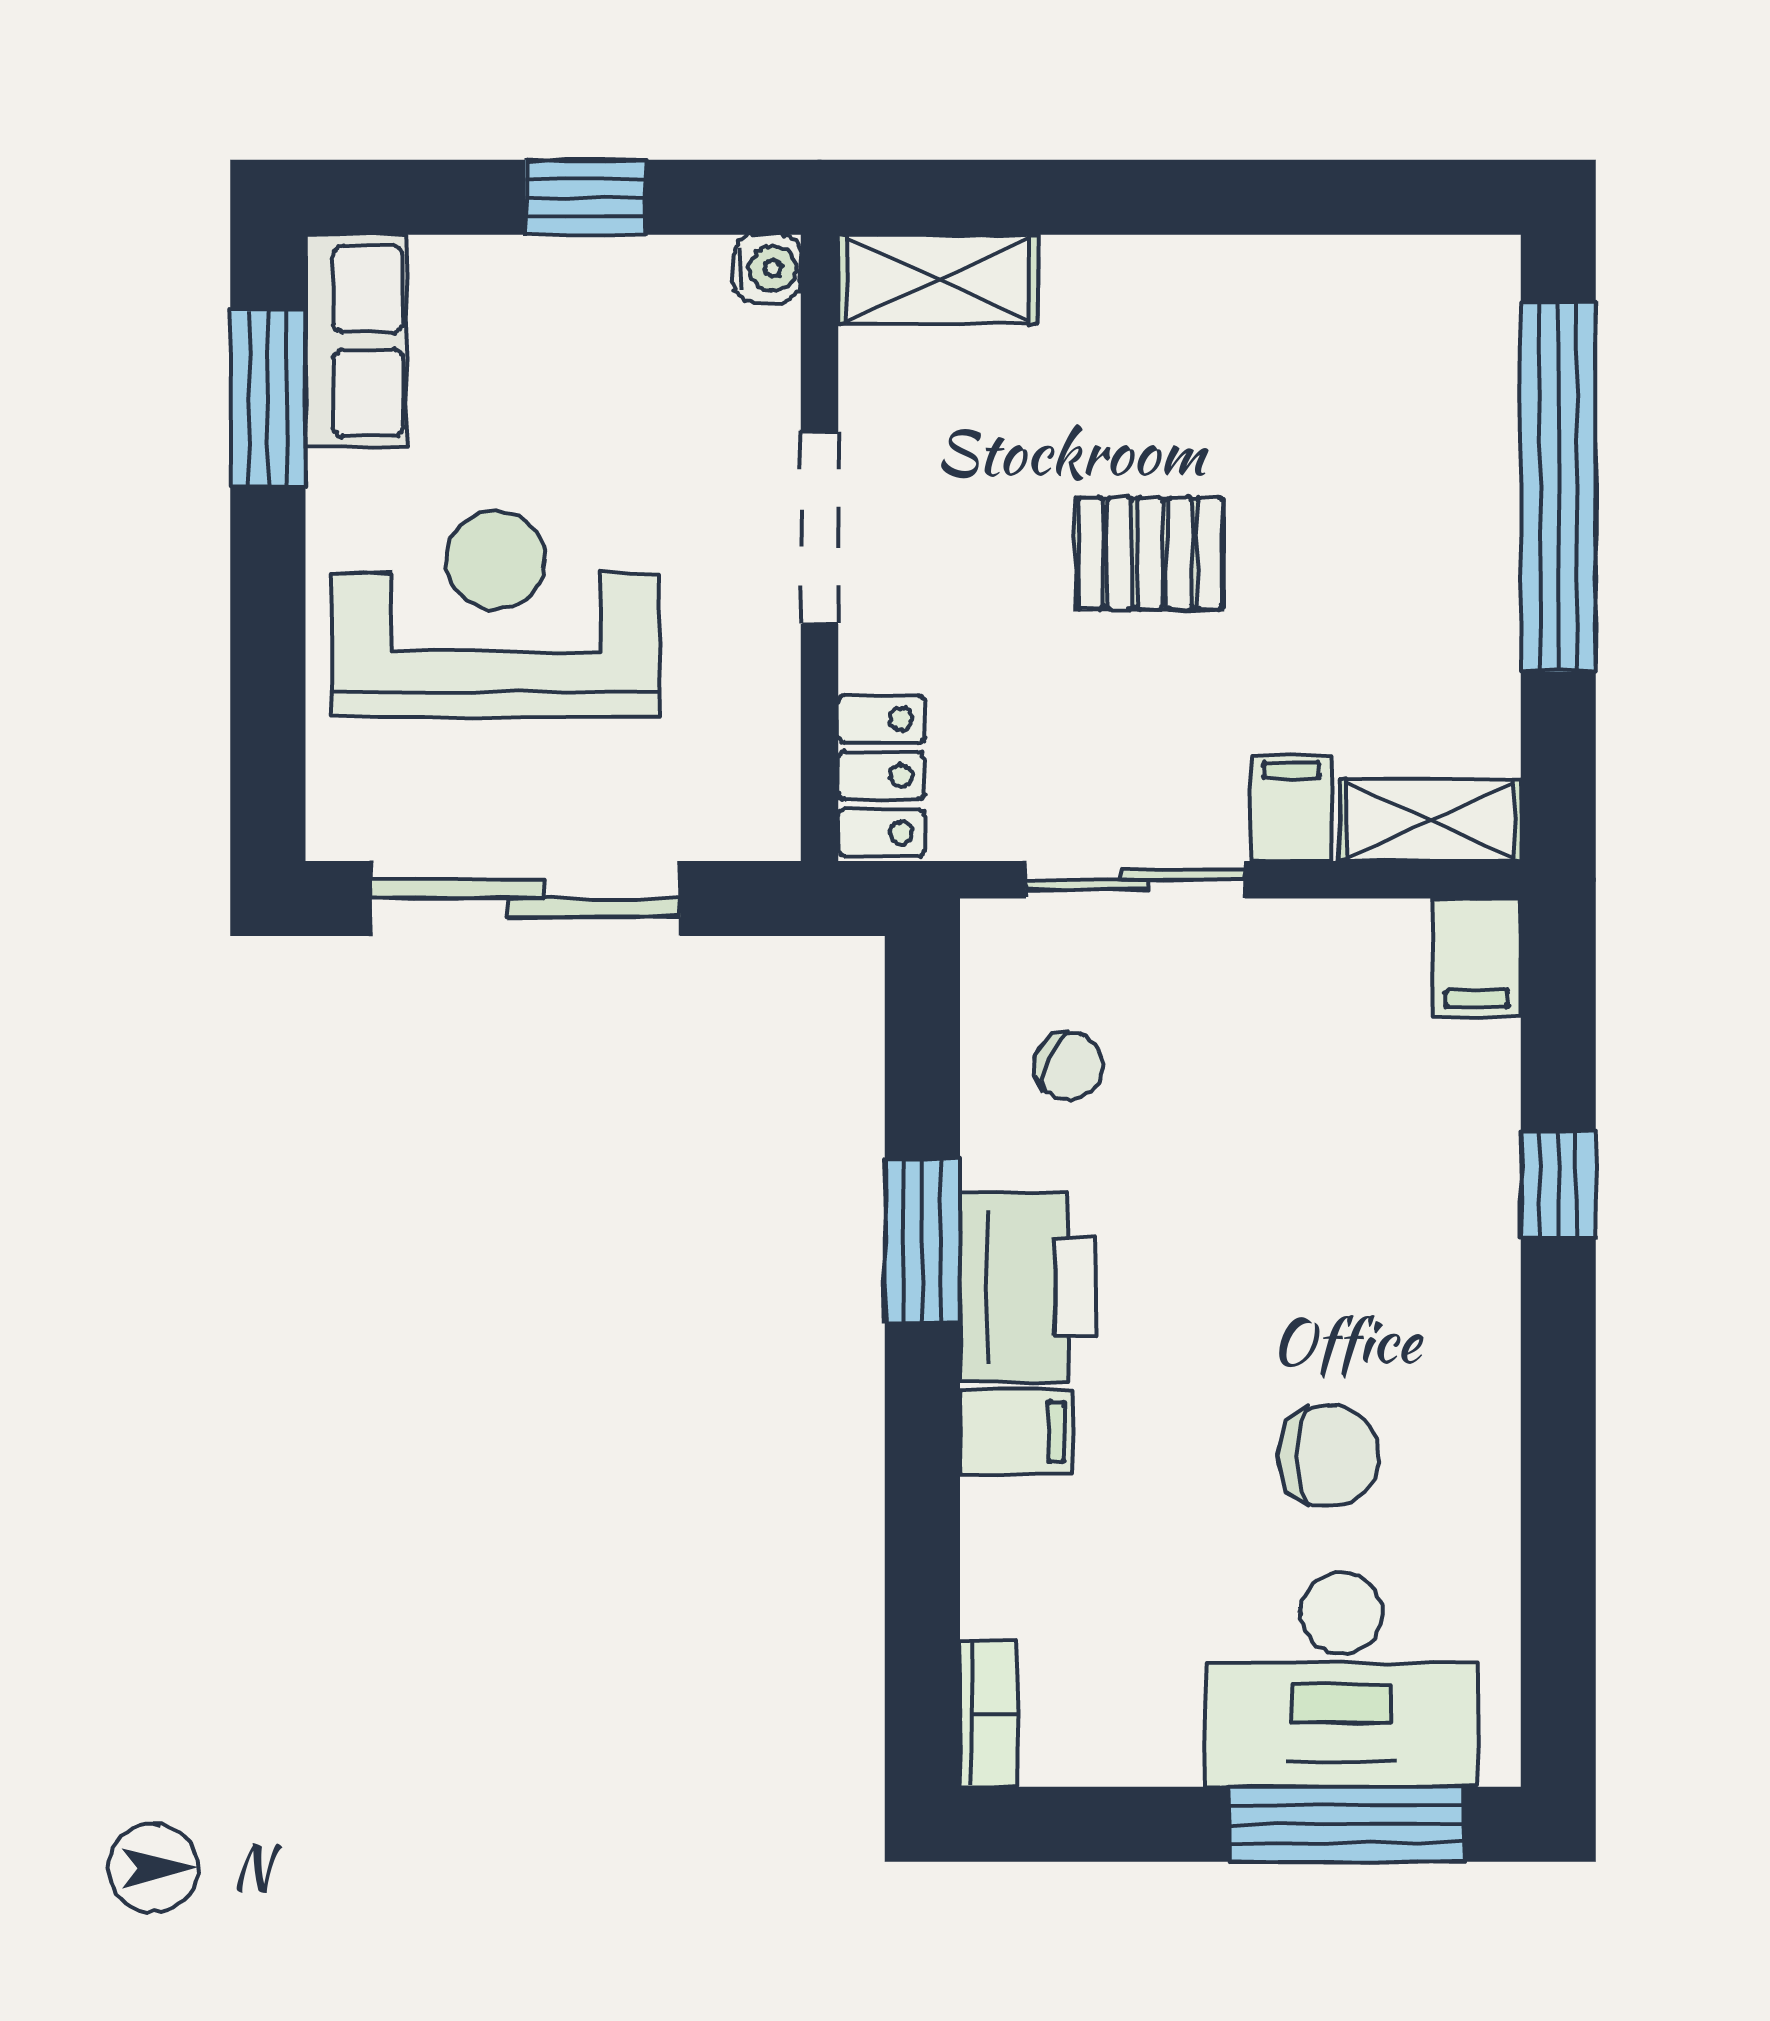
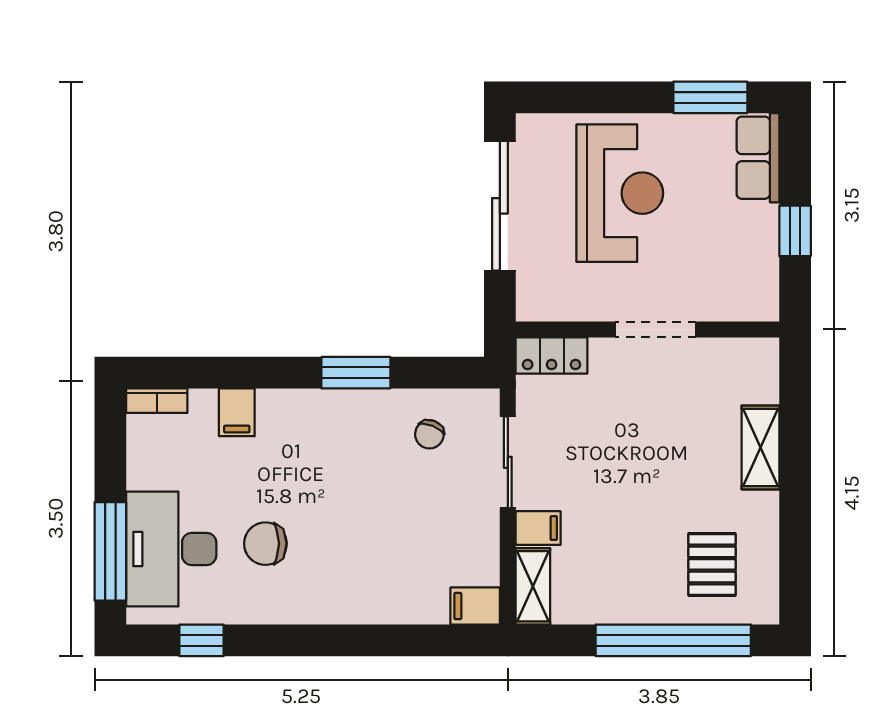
water cooler: (767, 268) -> (765, 307), removed
shelving: (938, 279) -> (760, 447), moved
row of seats: (356, 341) -> (758, 158), moved, turned 90
pallet: (1150, 553) -> (712, 564), moved
window: (1558, 1185) -> (201, 640), moved
printer: (1028, 1287) -> (336, 417), removed
filing cabinet: (1017, 1432) -> (237, 412), moved
chair: (1329, 1456) -> (265, 544), turned 90

